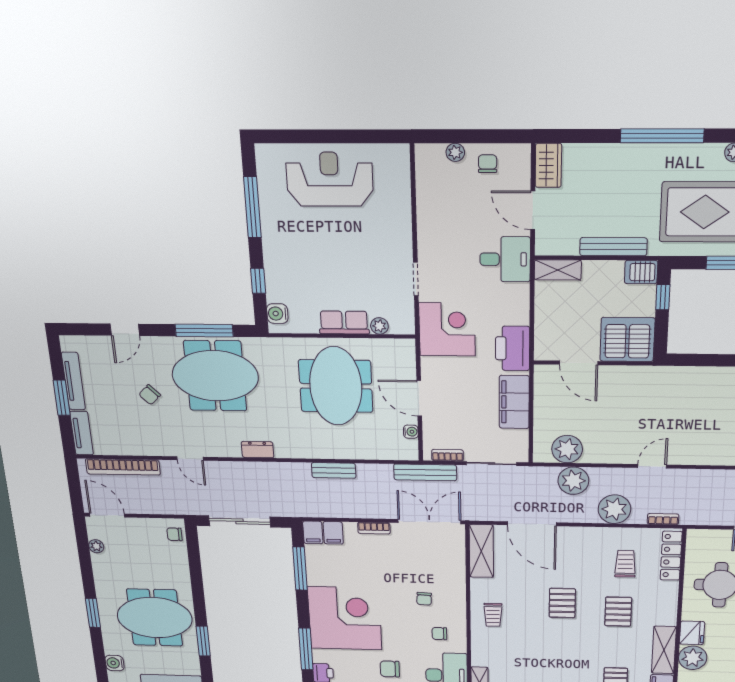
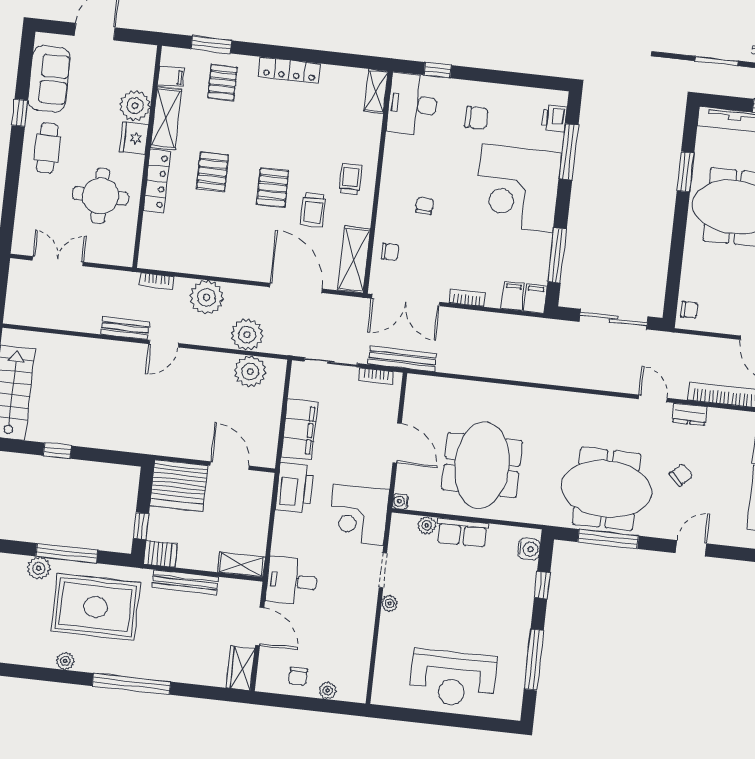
plant: (404, 247) -> (390, 603), added
water cooler: (411, 432) -> (400, 501), moved
dresser: (258, 450) -> (690, 414), moved
bench: (334, 470) -> (125, 328), moved
locker: (671, 556) -> (157, 181), moved
trolley: (625, 564) -> (313, 210), moved
chair: (439, 634) -> (390, 252), moved

